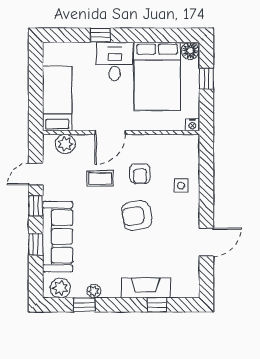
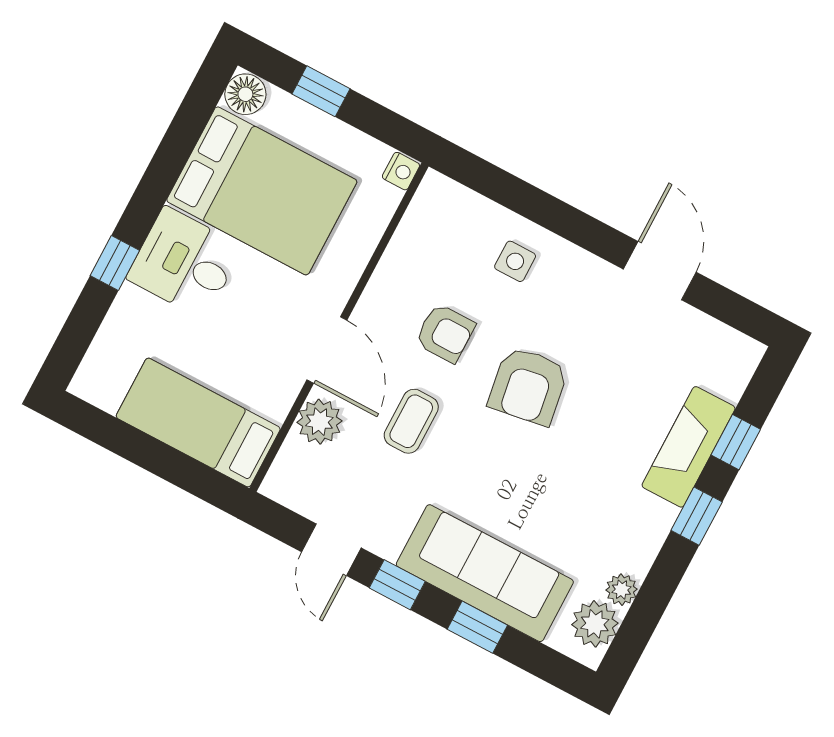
plant: (65, 144) -> (319, 422), moved
plant: (94, 291) -> (622, 590), moved
window: (84, 305) -> (697, 516), moved

